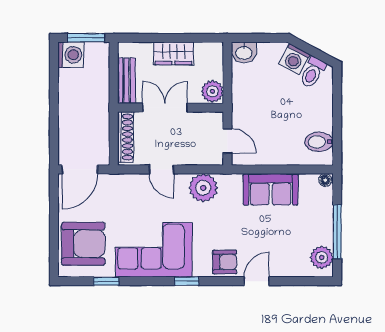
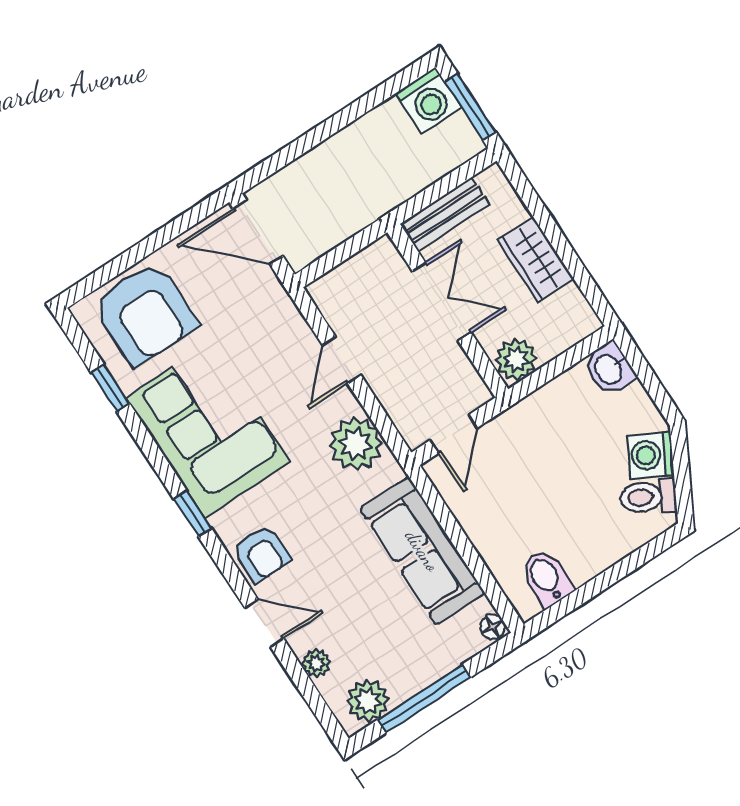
shoe rack: (126, 137) -> (356, 270), removed
sofa: (271, 189) -> (422, 551), width x1.36
plant: (290, 270) -> (316, 663), added

